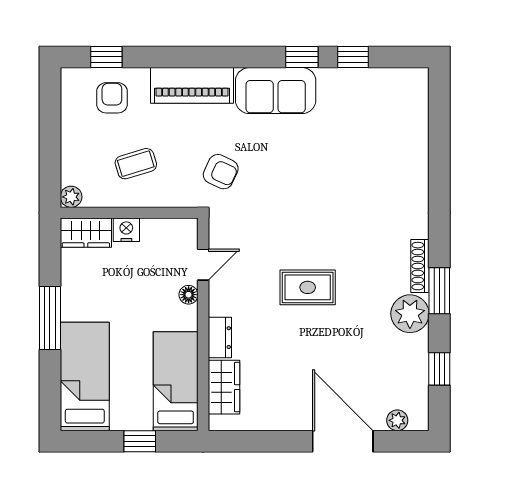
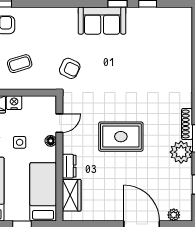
piano: (192, 85) -> (53, 18), removed
rug: (308, 287) -> (121, 137), width x1.36, depth x1.43
side table: (136, 297) -> (20, 142), added

